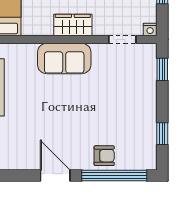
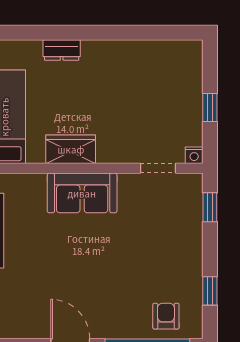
wardrobe: (73, 25) -> (71, 149), moved
armchair: (104, 156) -> (166, 316), moved, turned -90

